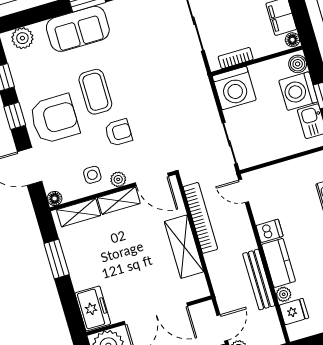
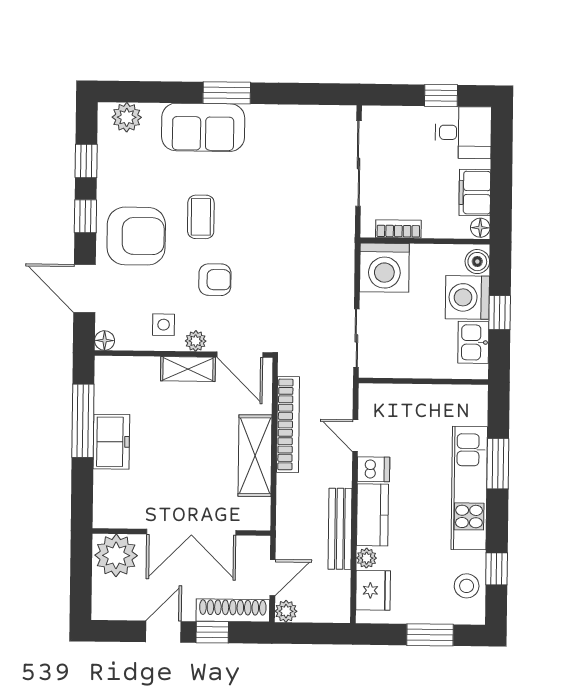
coffee table: (95, 92) -> (201, 217), width x0.73, depth x0.77
door: (244, 191) -> (355, 436), moved
shelving: (79, 213) -> (130, 369), removed
window: (57, 259) -> (83, 421), width x1.44
freezer: (93, 308) -> (111, 442), moved
fridge: (294, 312) -> (373, 590), width x1.38

